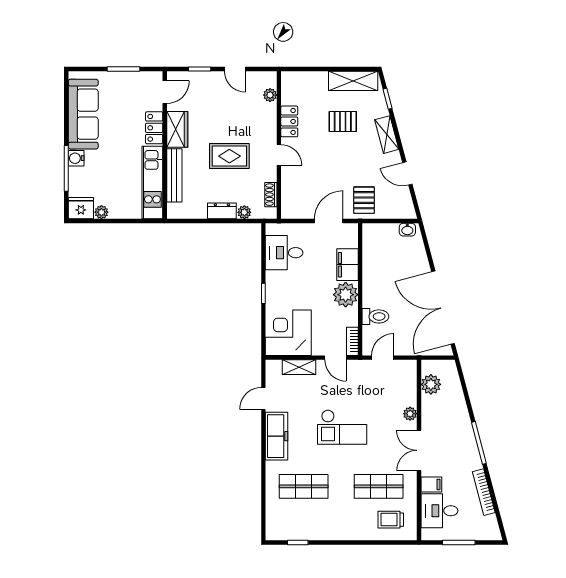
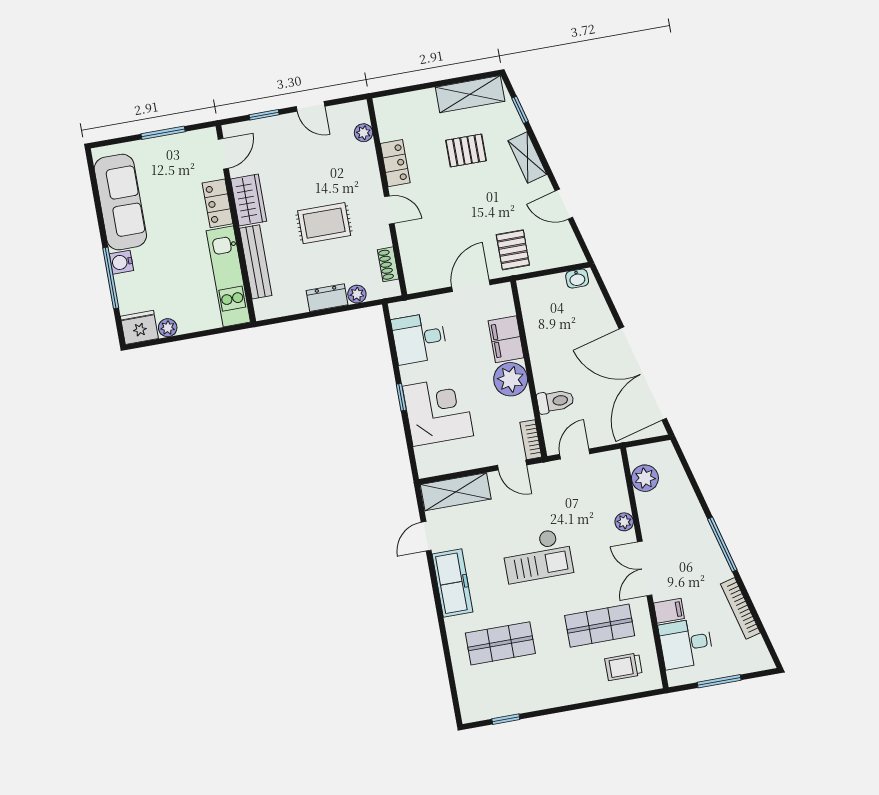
corner desk: (288, 333) -> (438, 411), moved, turned 90
shelving: (299, 367) -> (456, 492), width x1.50, depth x1.33

